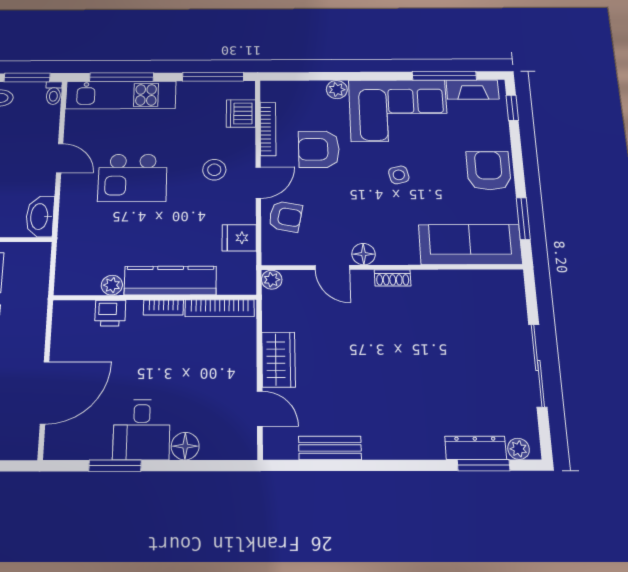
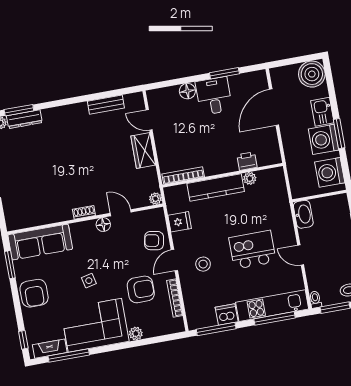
dishwasher: (241, 113) -> (227, 314), moved, turned -90
bookcase: (163, 307) -> (216, 170), removed

